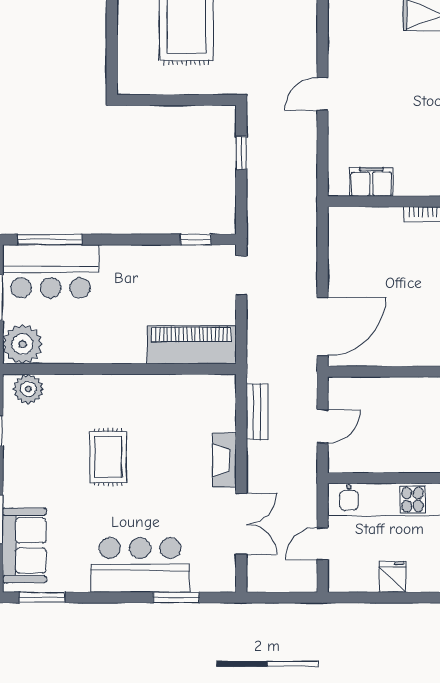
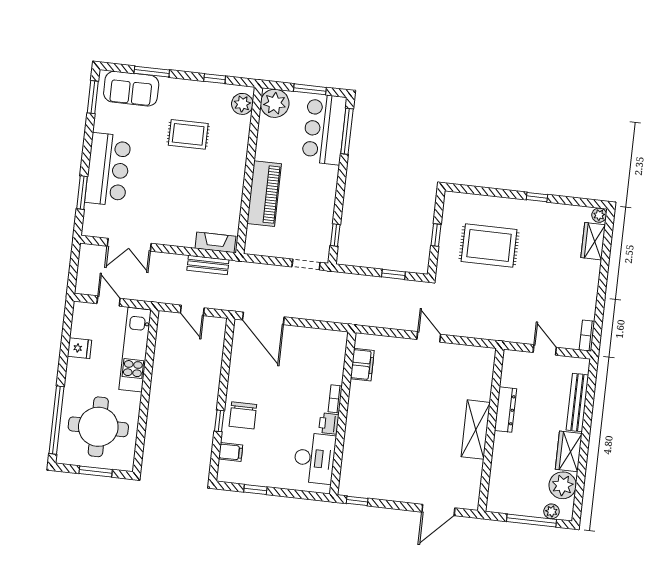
window: (180, 100) -> (436, 235), added
piano: (191, 345) -> (264, 194), moved
rug: (108, 457) -> (188, 134), moved
fireplace: (224, 460) -> (215, 242), moved

